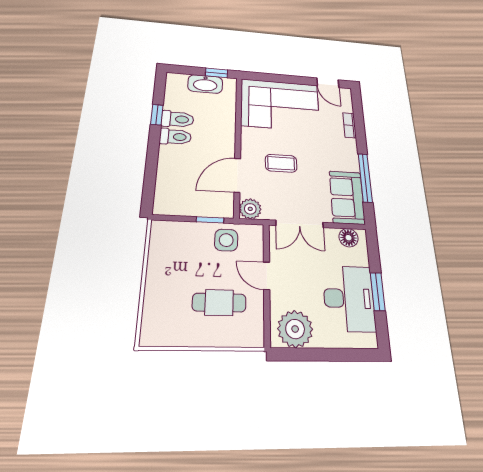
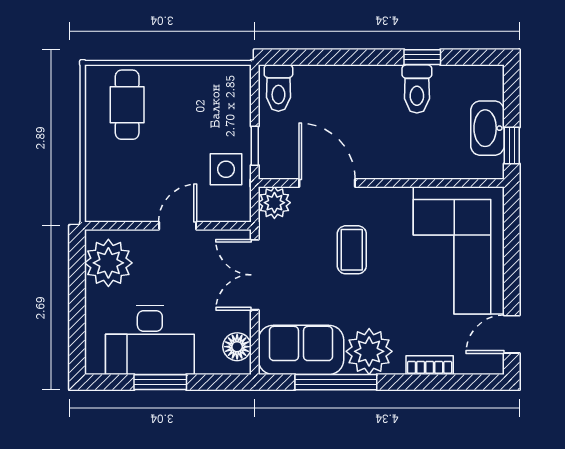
toilet: (175, 137) -> (278, 88), moved
plant: (344, 158) -> (369, 351), added
cafe table: (219, 303) -> (127, 105), moved

